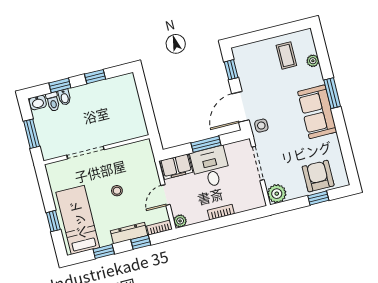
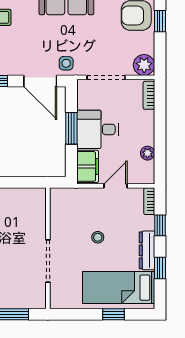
door: (165, 195) -> (116, 186), swing flipped
bookcase: (221, 212) -> (149, 95), moved
plant: (180, 221) -> (148, 153), moved
dresser: (129, 233) -> (147, 250), moved

